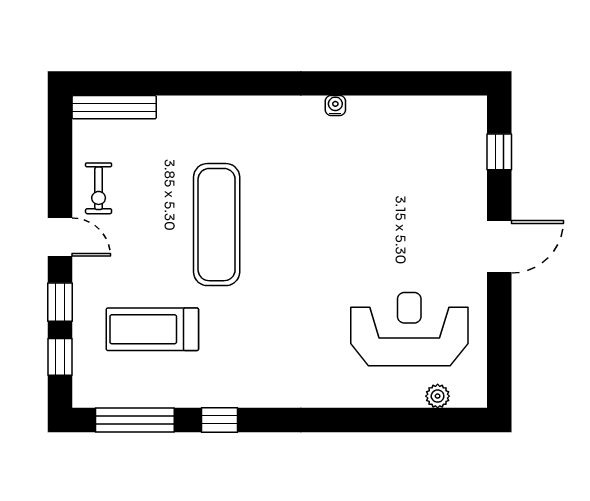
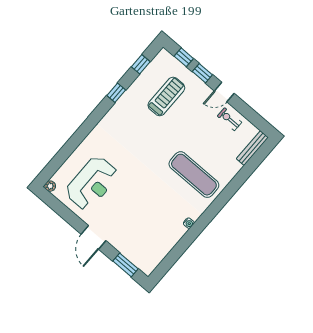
window: (499, 152) -> (126, 265), width x1.50
exercise mat: (217, 225) -> (194, 175), moved
plant: (438, 396) -> (50, 186), moved
window: (135, 420) -> (141, 64), width x0.46

